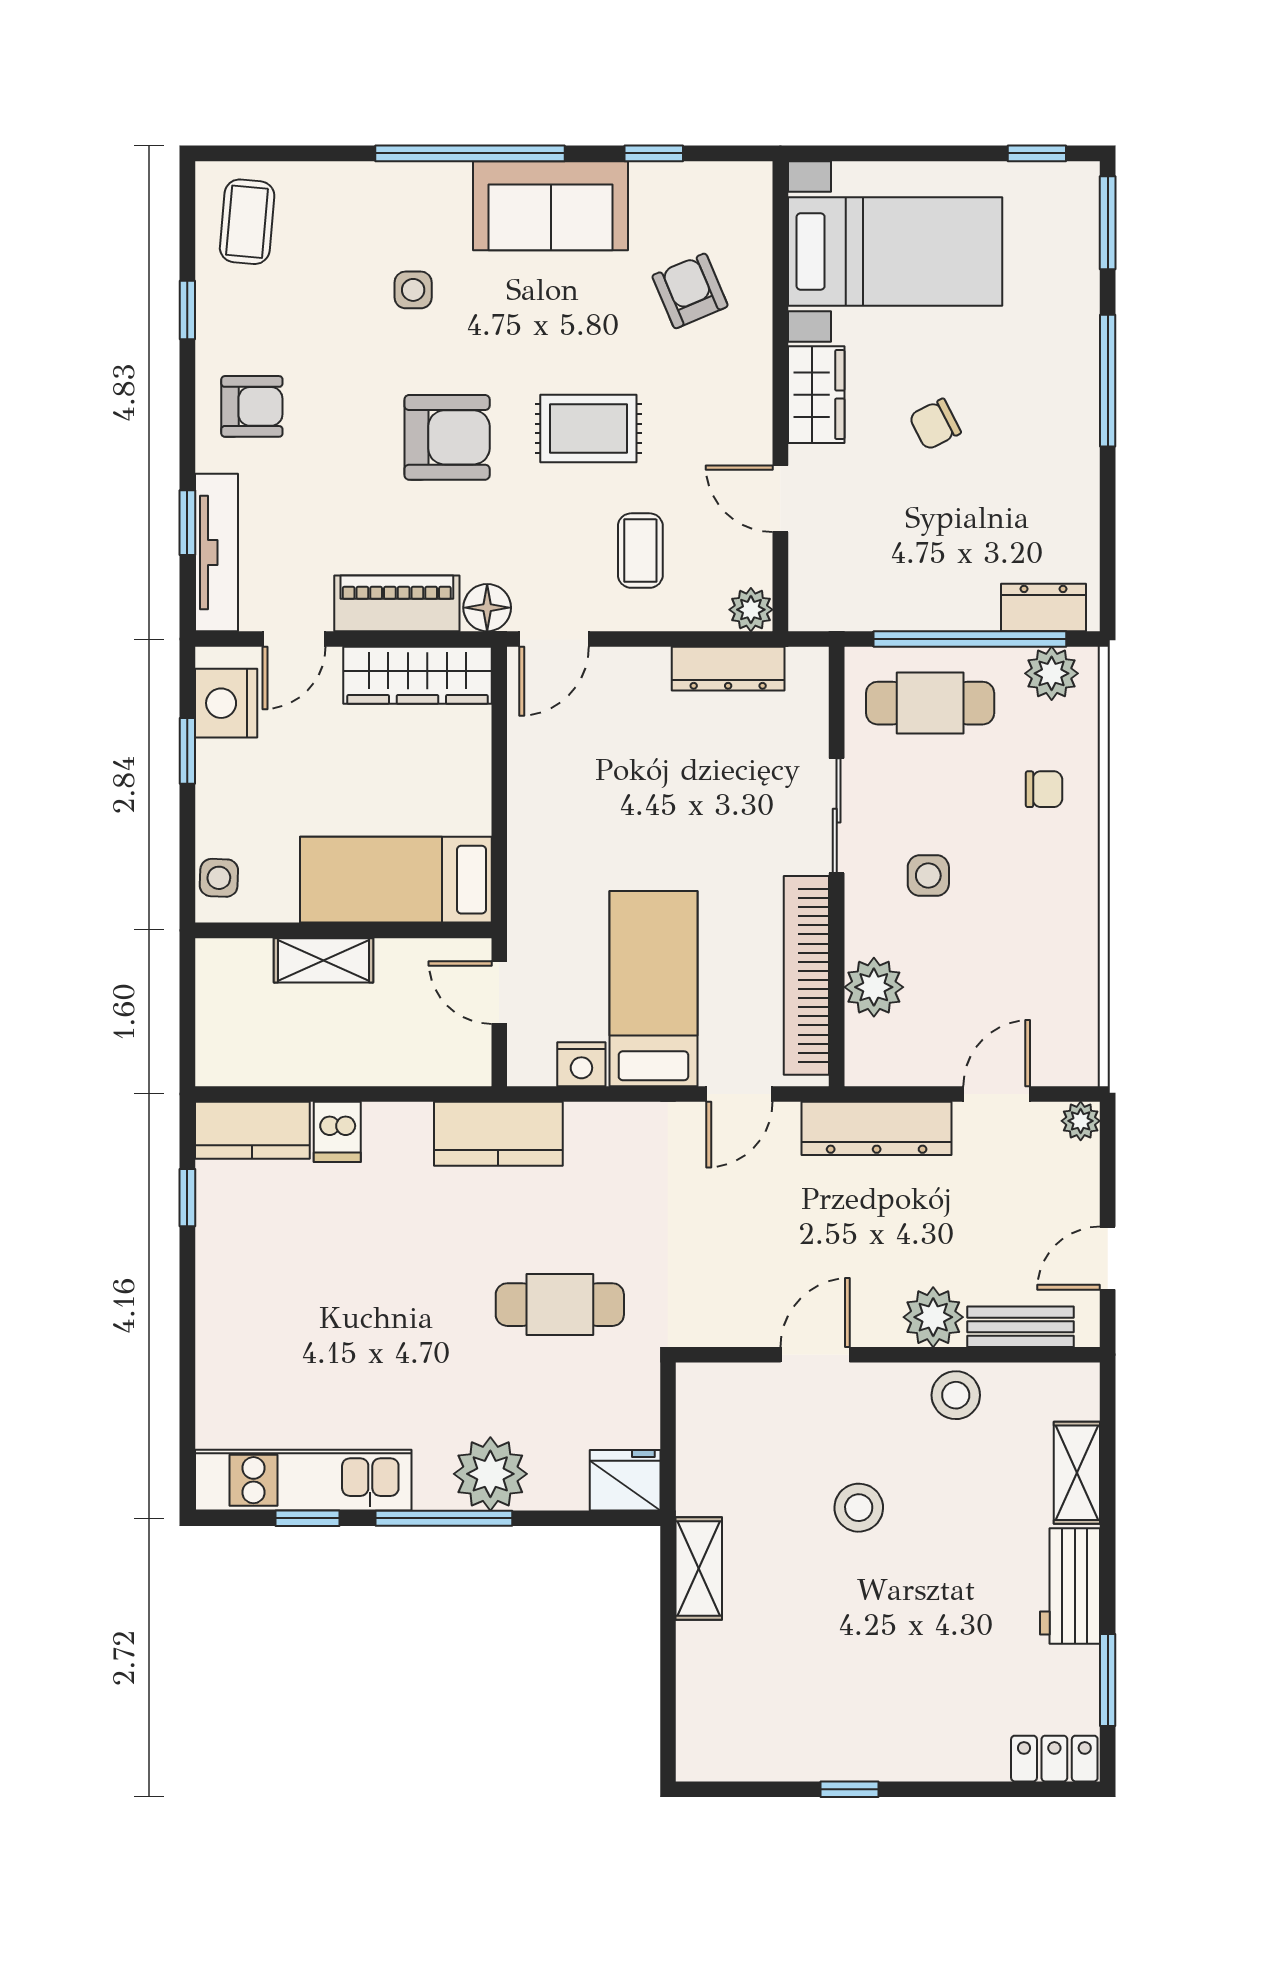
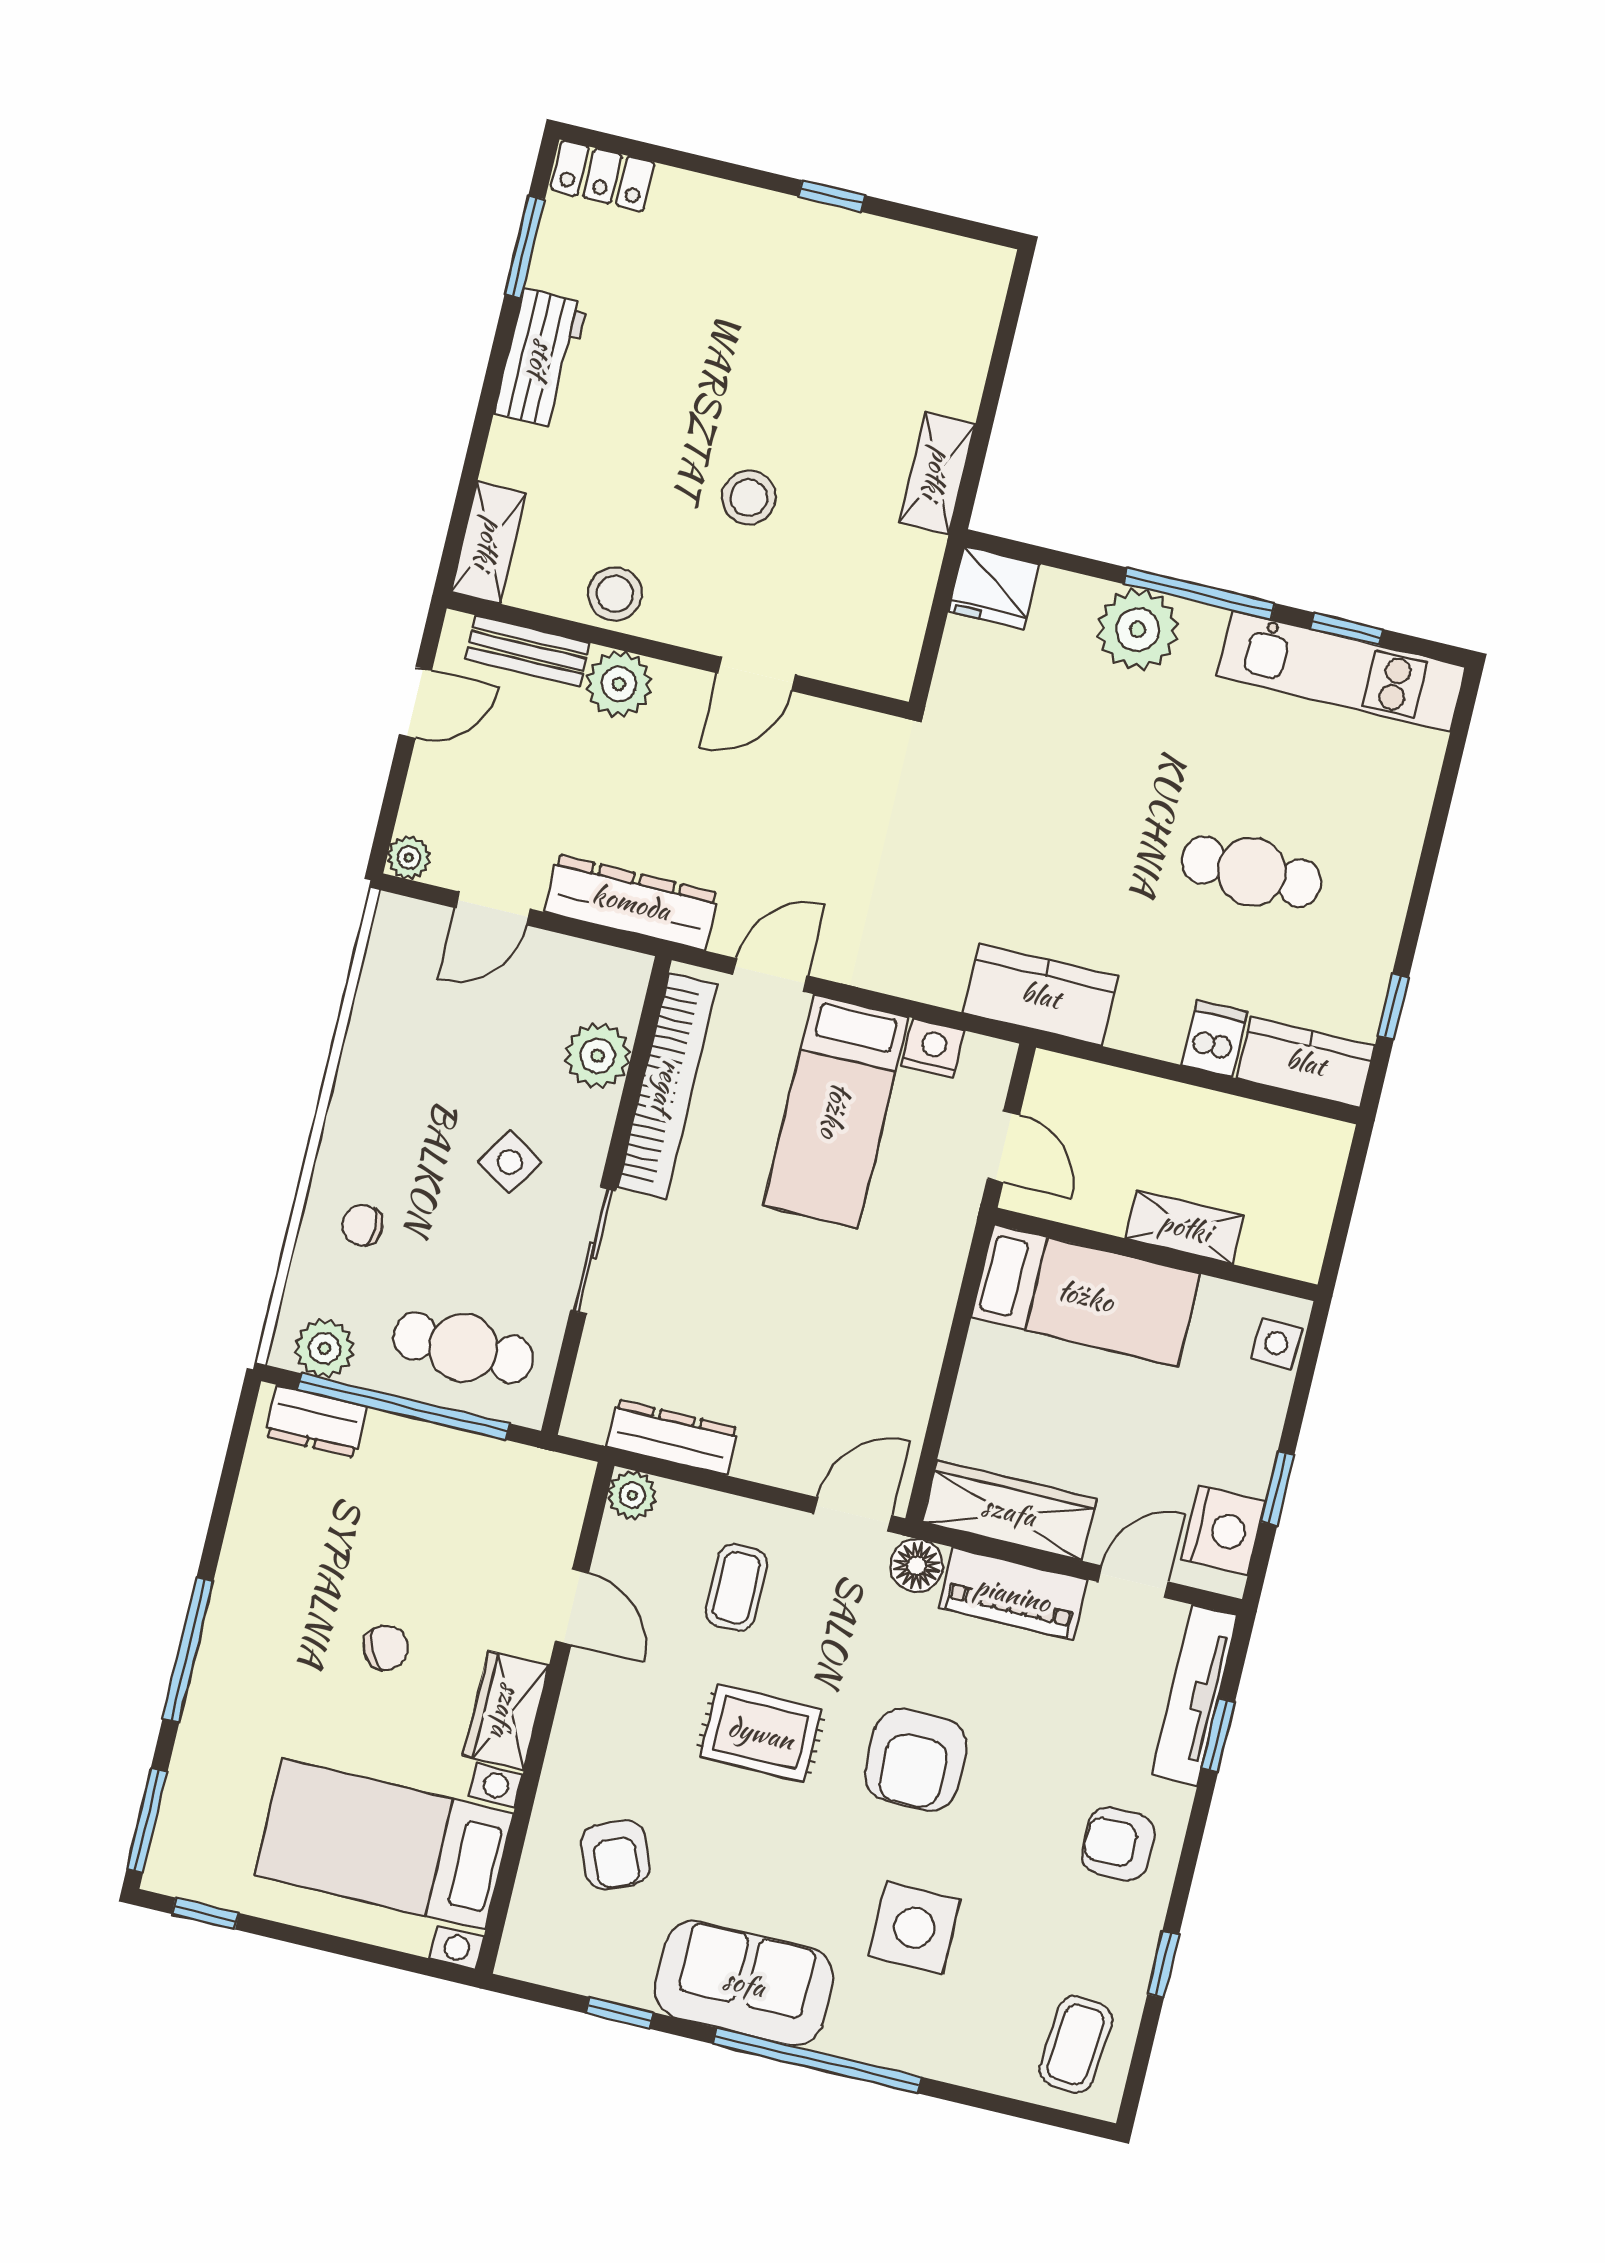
side table: (413, 290) -> (914, 1928), width x1.87, depth x1.87
armchair: (447, 437) -> (916, 1760), turned -90
side table: (928, 876) -> (510, 1162), turned 32
cafe table: (560, 1305) -> (1252, 872), moved
shelving: (1077, 1473) -> (489, 543), moved

